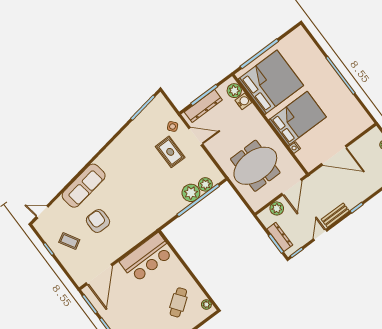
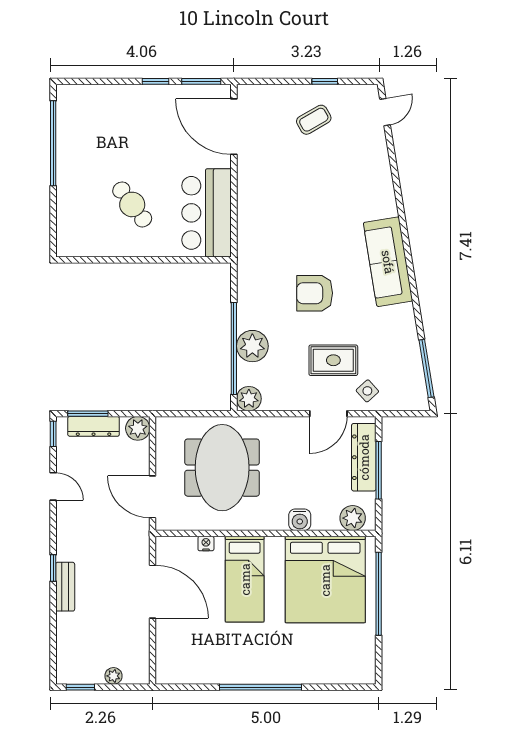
water cooler: (243, 101) -> (300, 520), moved
bed: (298, 118) -> (245, 579), width x0.67
door: (334, 155) -> (153, 592), swing flipped
plant: (205, 184) -> (249, 399), moved
sofa: (84, 186) -> (388, 262), moved
plant: (277, 208) -> (138, 428), moved
bench: (335, 215) -> (65, 587), moved
armchair: (98, 221) -> (315, 293), moved, turned 180
cafe table: (178, 302) -> (132, 204), moved
plant: (206, 304) -> (75, 248), removed

